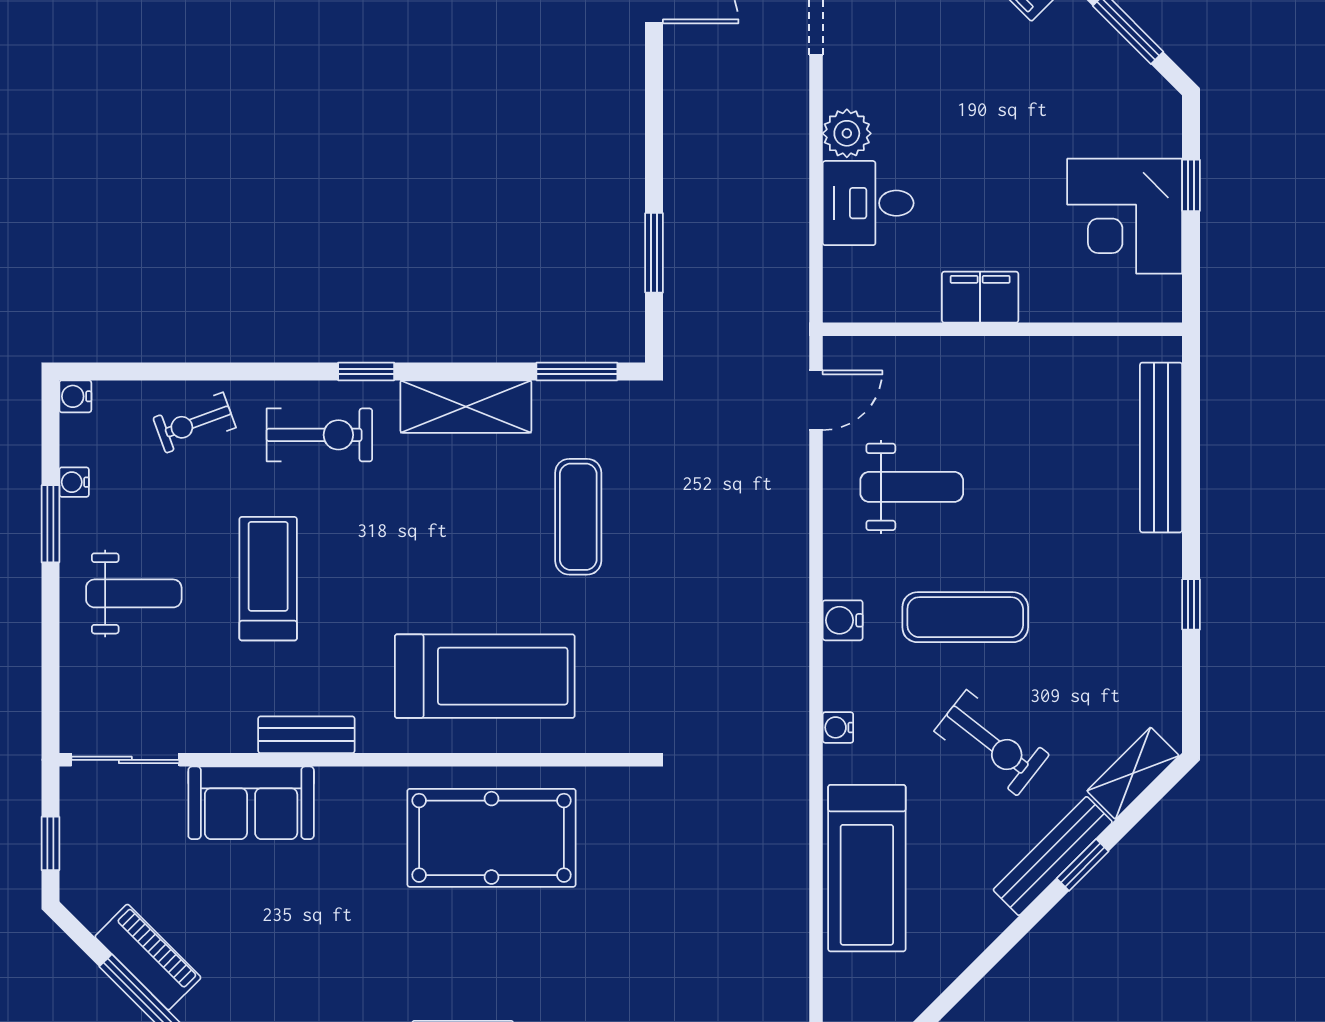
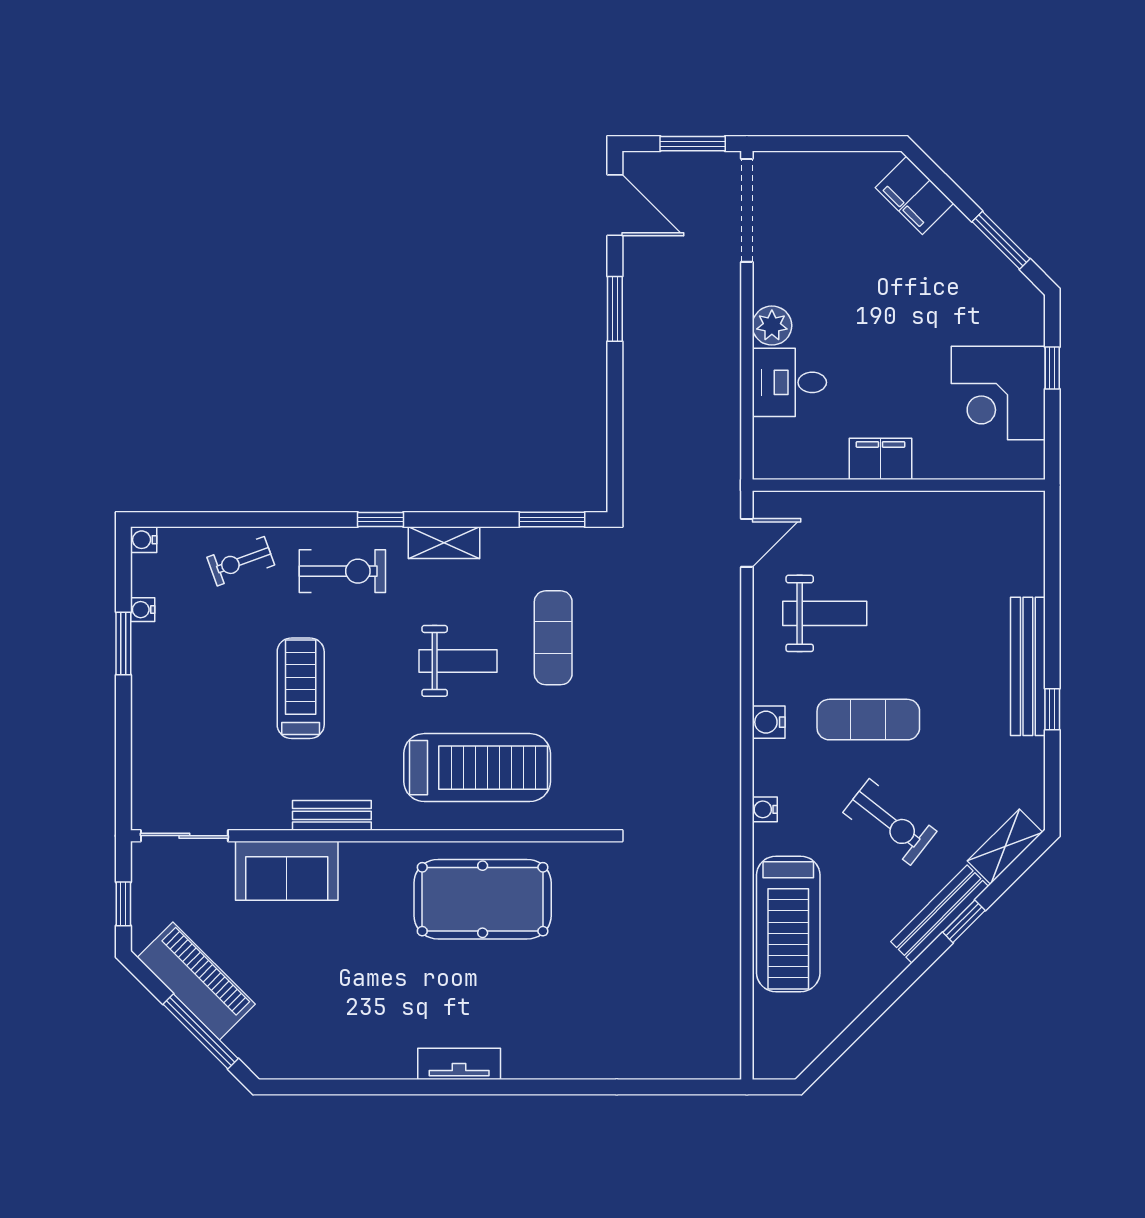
window: (654, 253) -> (615, 309), moved
shelving: (466, 407) -> (444, 543), width x0.67, depth x0.75
bench: (1161, 447) -> (1028, 666), moved
weight bench: (134, 593) -> (458, 661), moved
piano: (148, 957) -> (196, 981), width x1.37, depth x1.33

